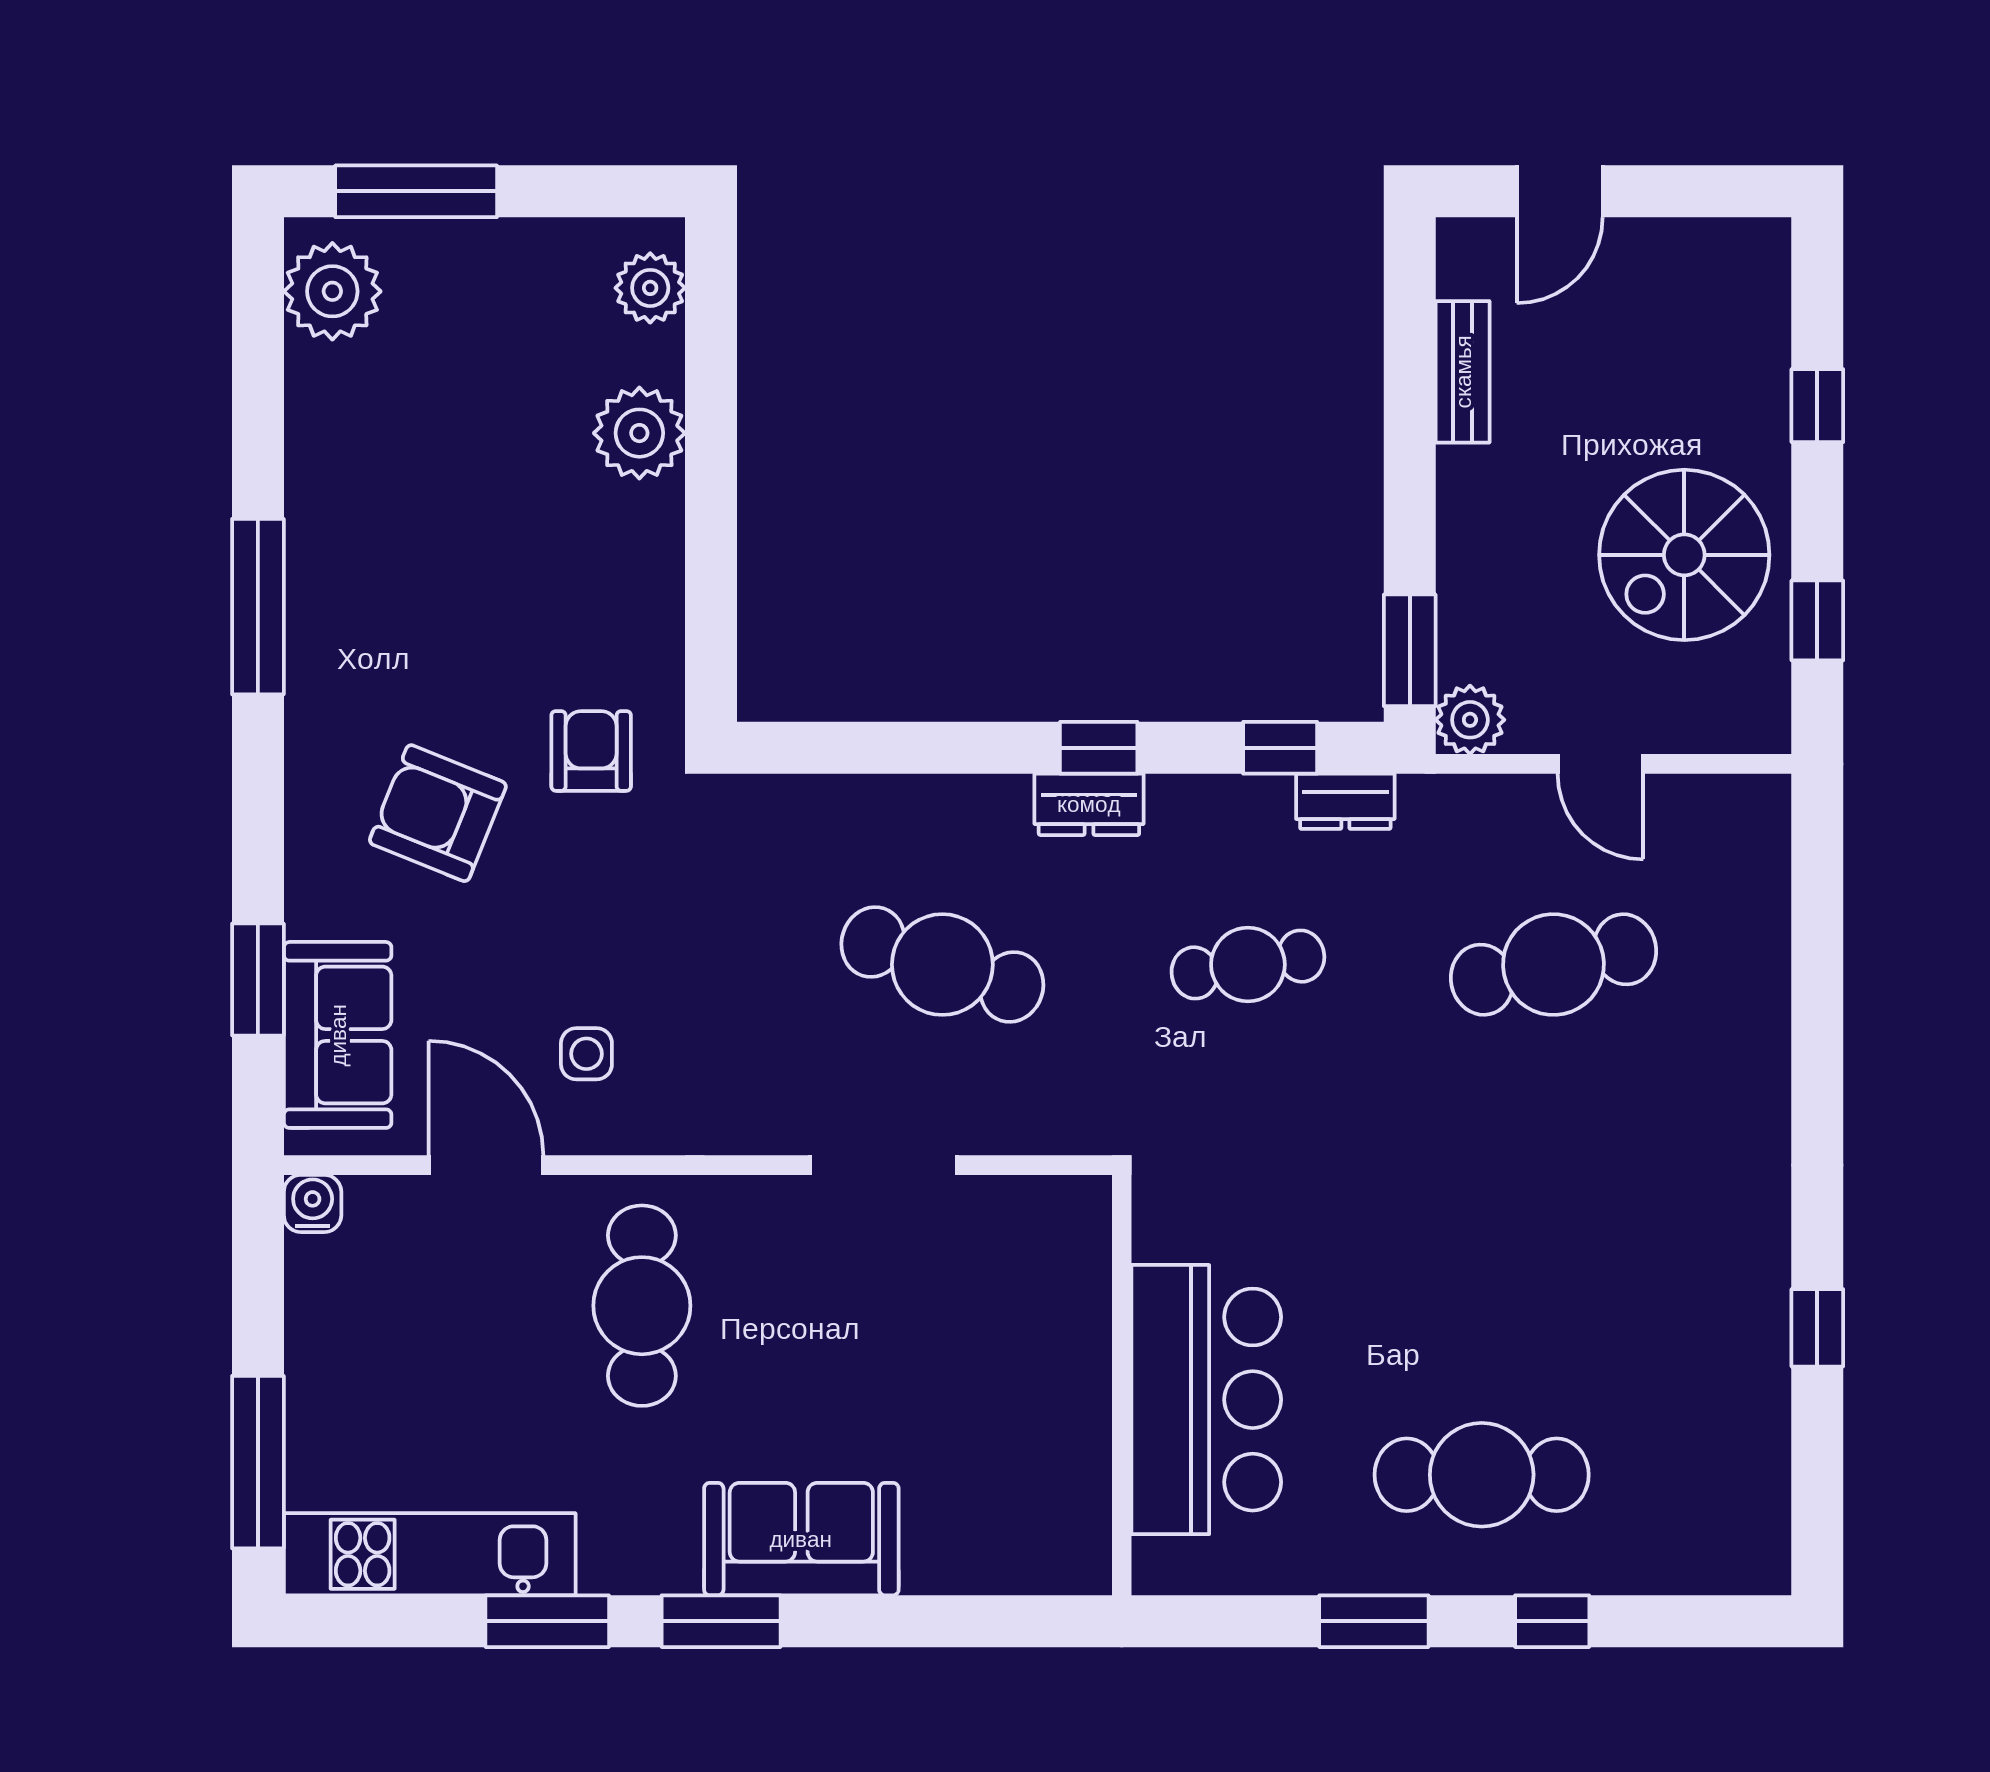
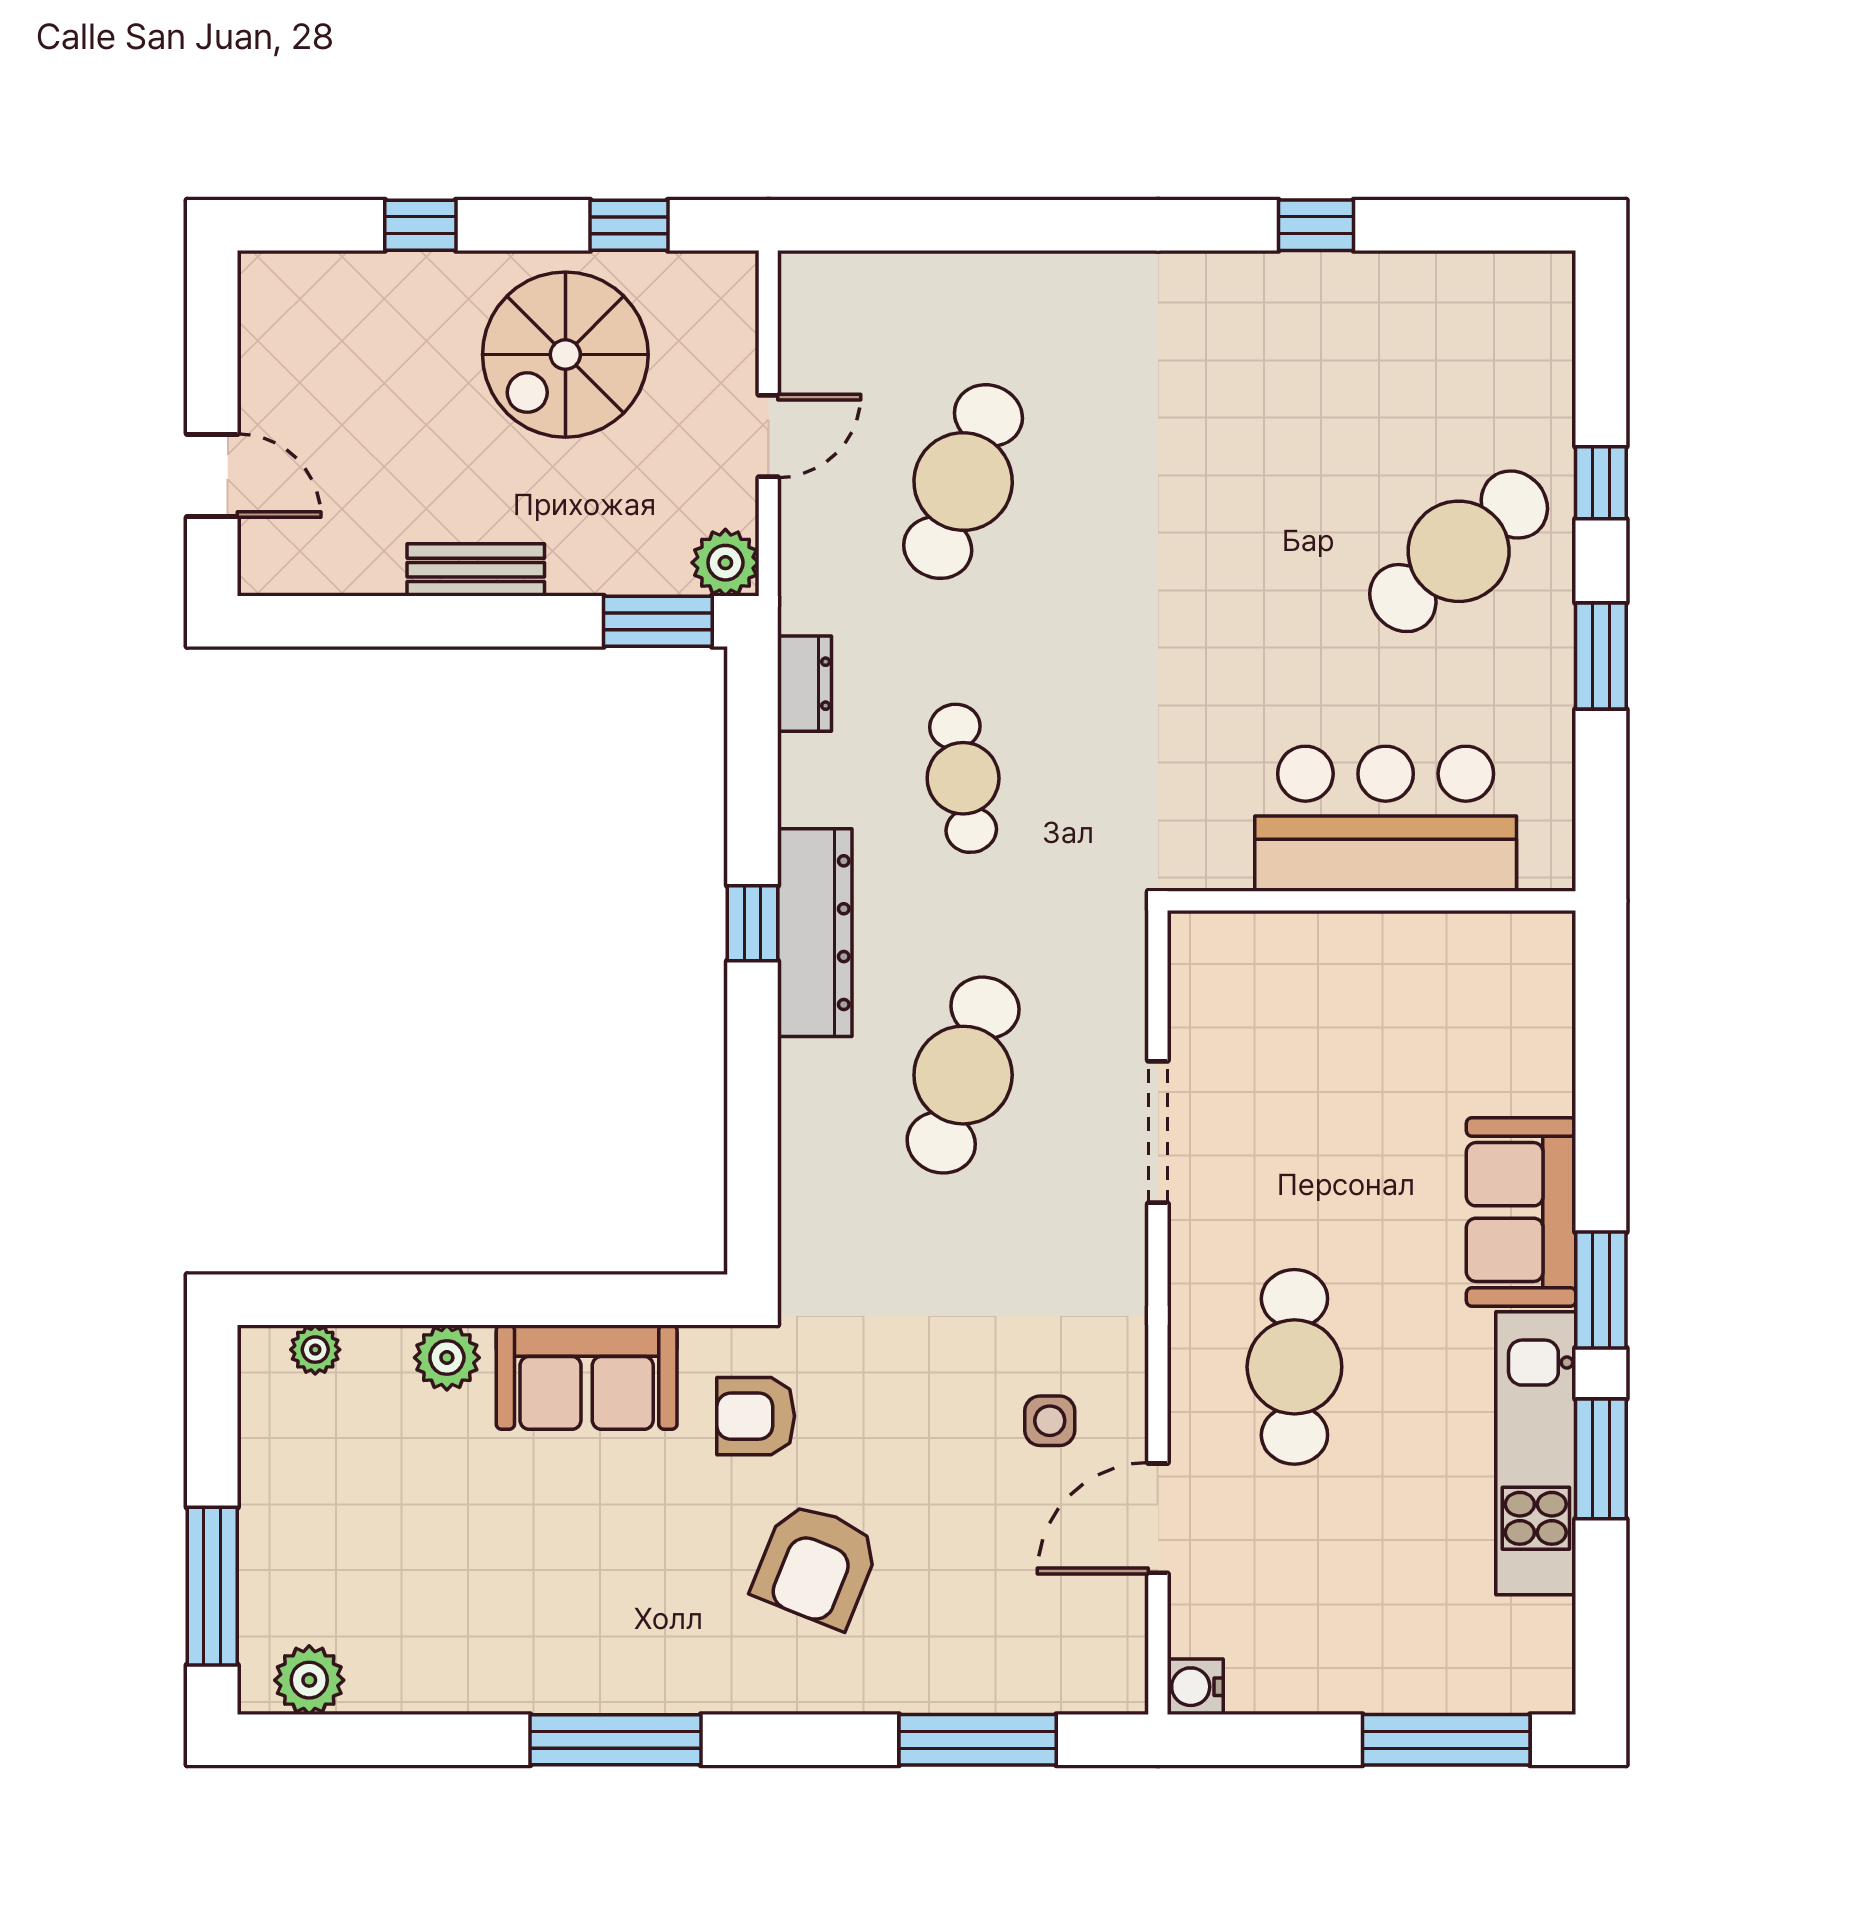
plant: (650, 288) -> (315, 1350), width x0.73, depth x0.73
plant: (332, 291) -> (309, 1680), width x0.73, depth x0.73
bench: (1463, 372) -> (476, 570), moved
plant: (639, 433) -> (447, 1358), width x0.73, depth x0.73
spiral stairs: (1684, 555) -> (565, 355), turned 90
window: (1280, 748) -> (753, 747), removed
dresser: (1089, 804) -> (815, 933), width x1.96, depth x1.24
cafe table: (1553, 965) -> (963, 482), turned 33
window: (258, 980) -> (978, 1740), width x1.44
sofa: (338, 1035) -> (587, 1377), moved, turned 180
cafe table: (642, 1306) -> (1294, 1367), turned 90
cafe table: (1482, 1475) -> (1459, 551), turned 50
kitchen unit: (430, 1554) -> (1536, 1453), moved

